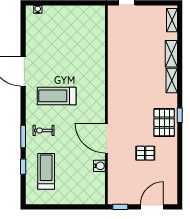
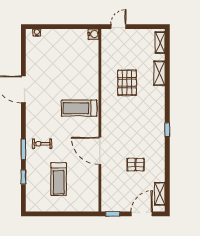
shelving: (172, 80) -> (160, 194), moved
treadmill: (57, 96) -> (79, 108), moved
pallet: (164, 123) -> (127, 83), moved
water cooler: (99, 166) -> (93, 34), moved
treadmill: (46, 171) -> (59, 179), moved, turned 180

